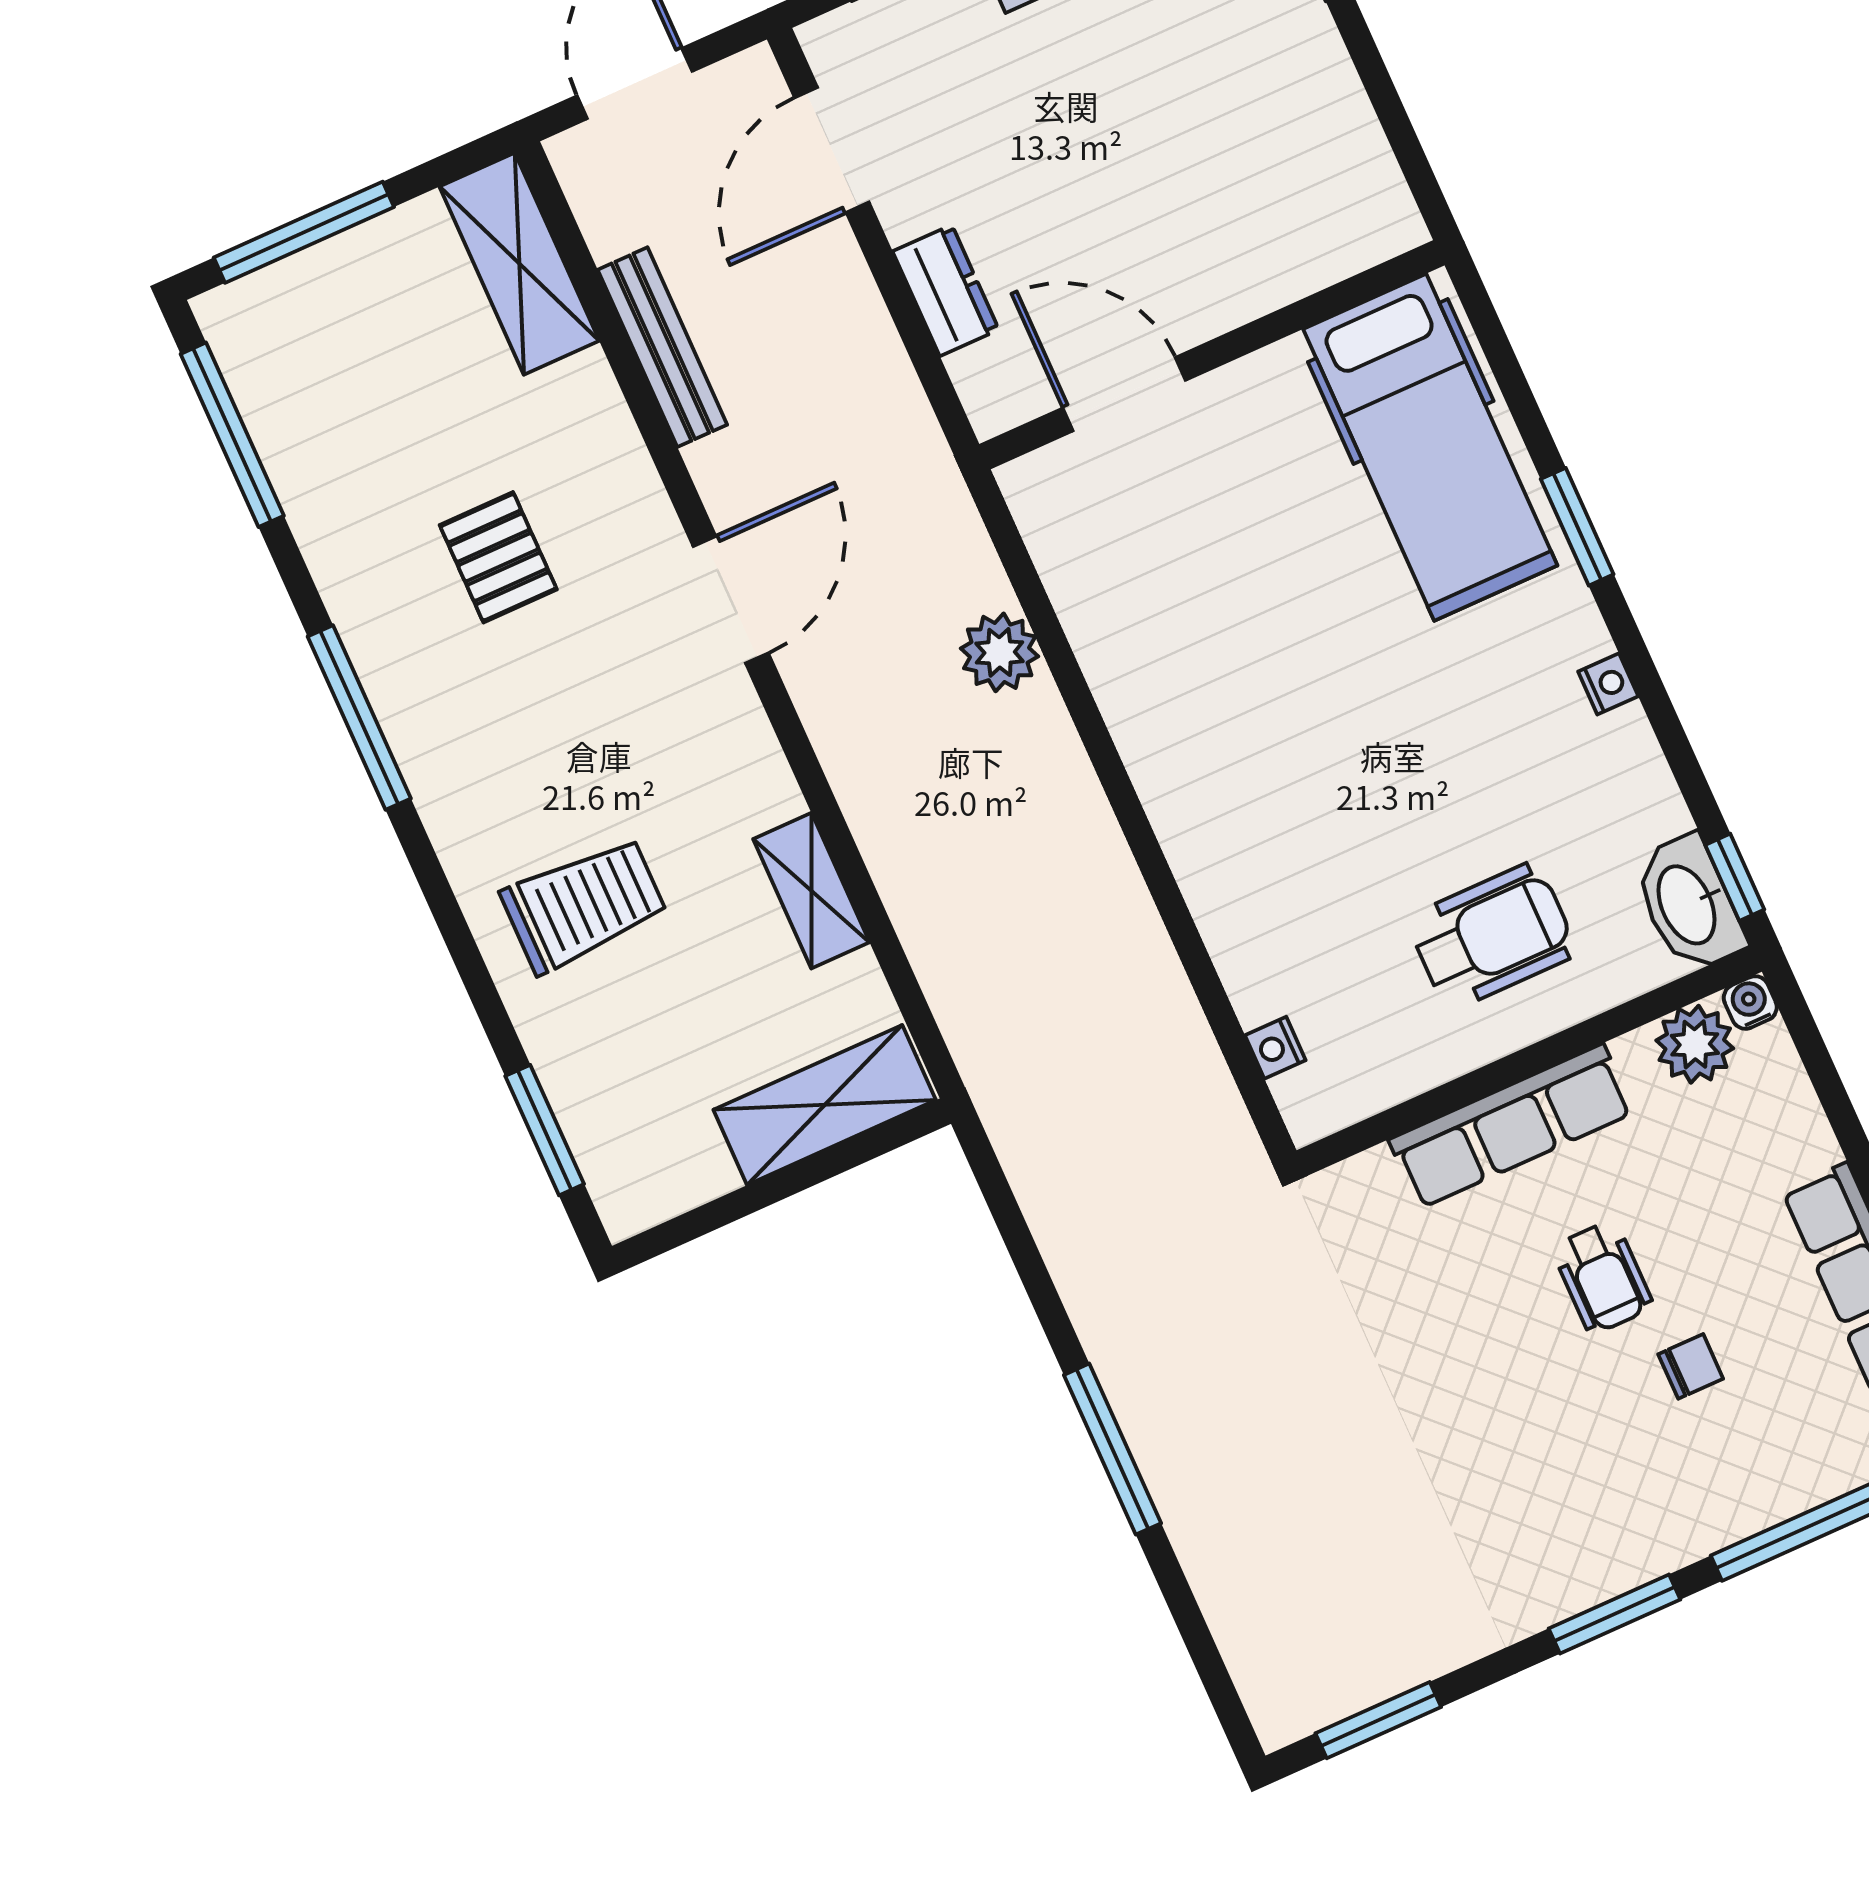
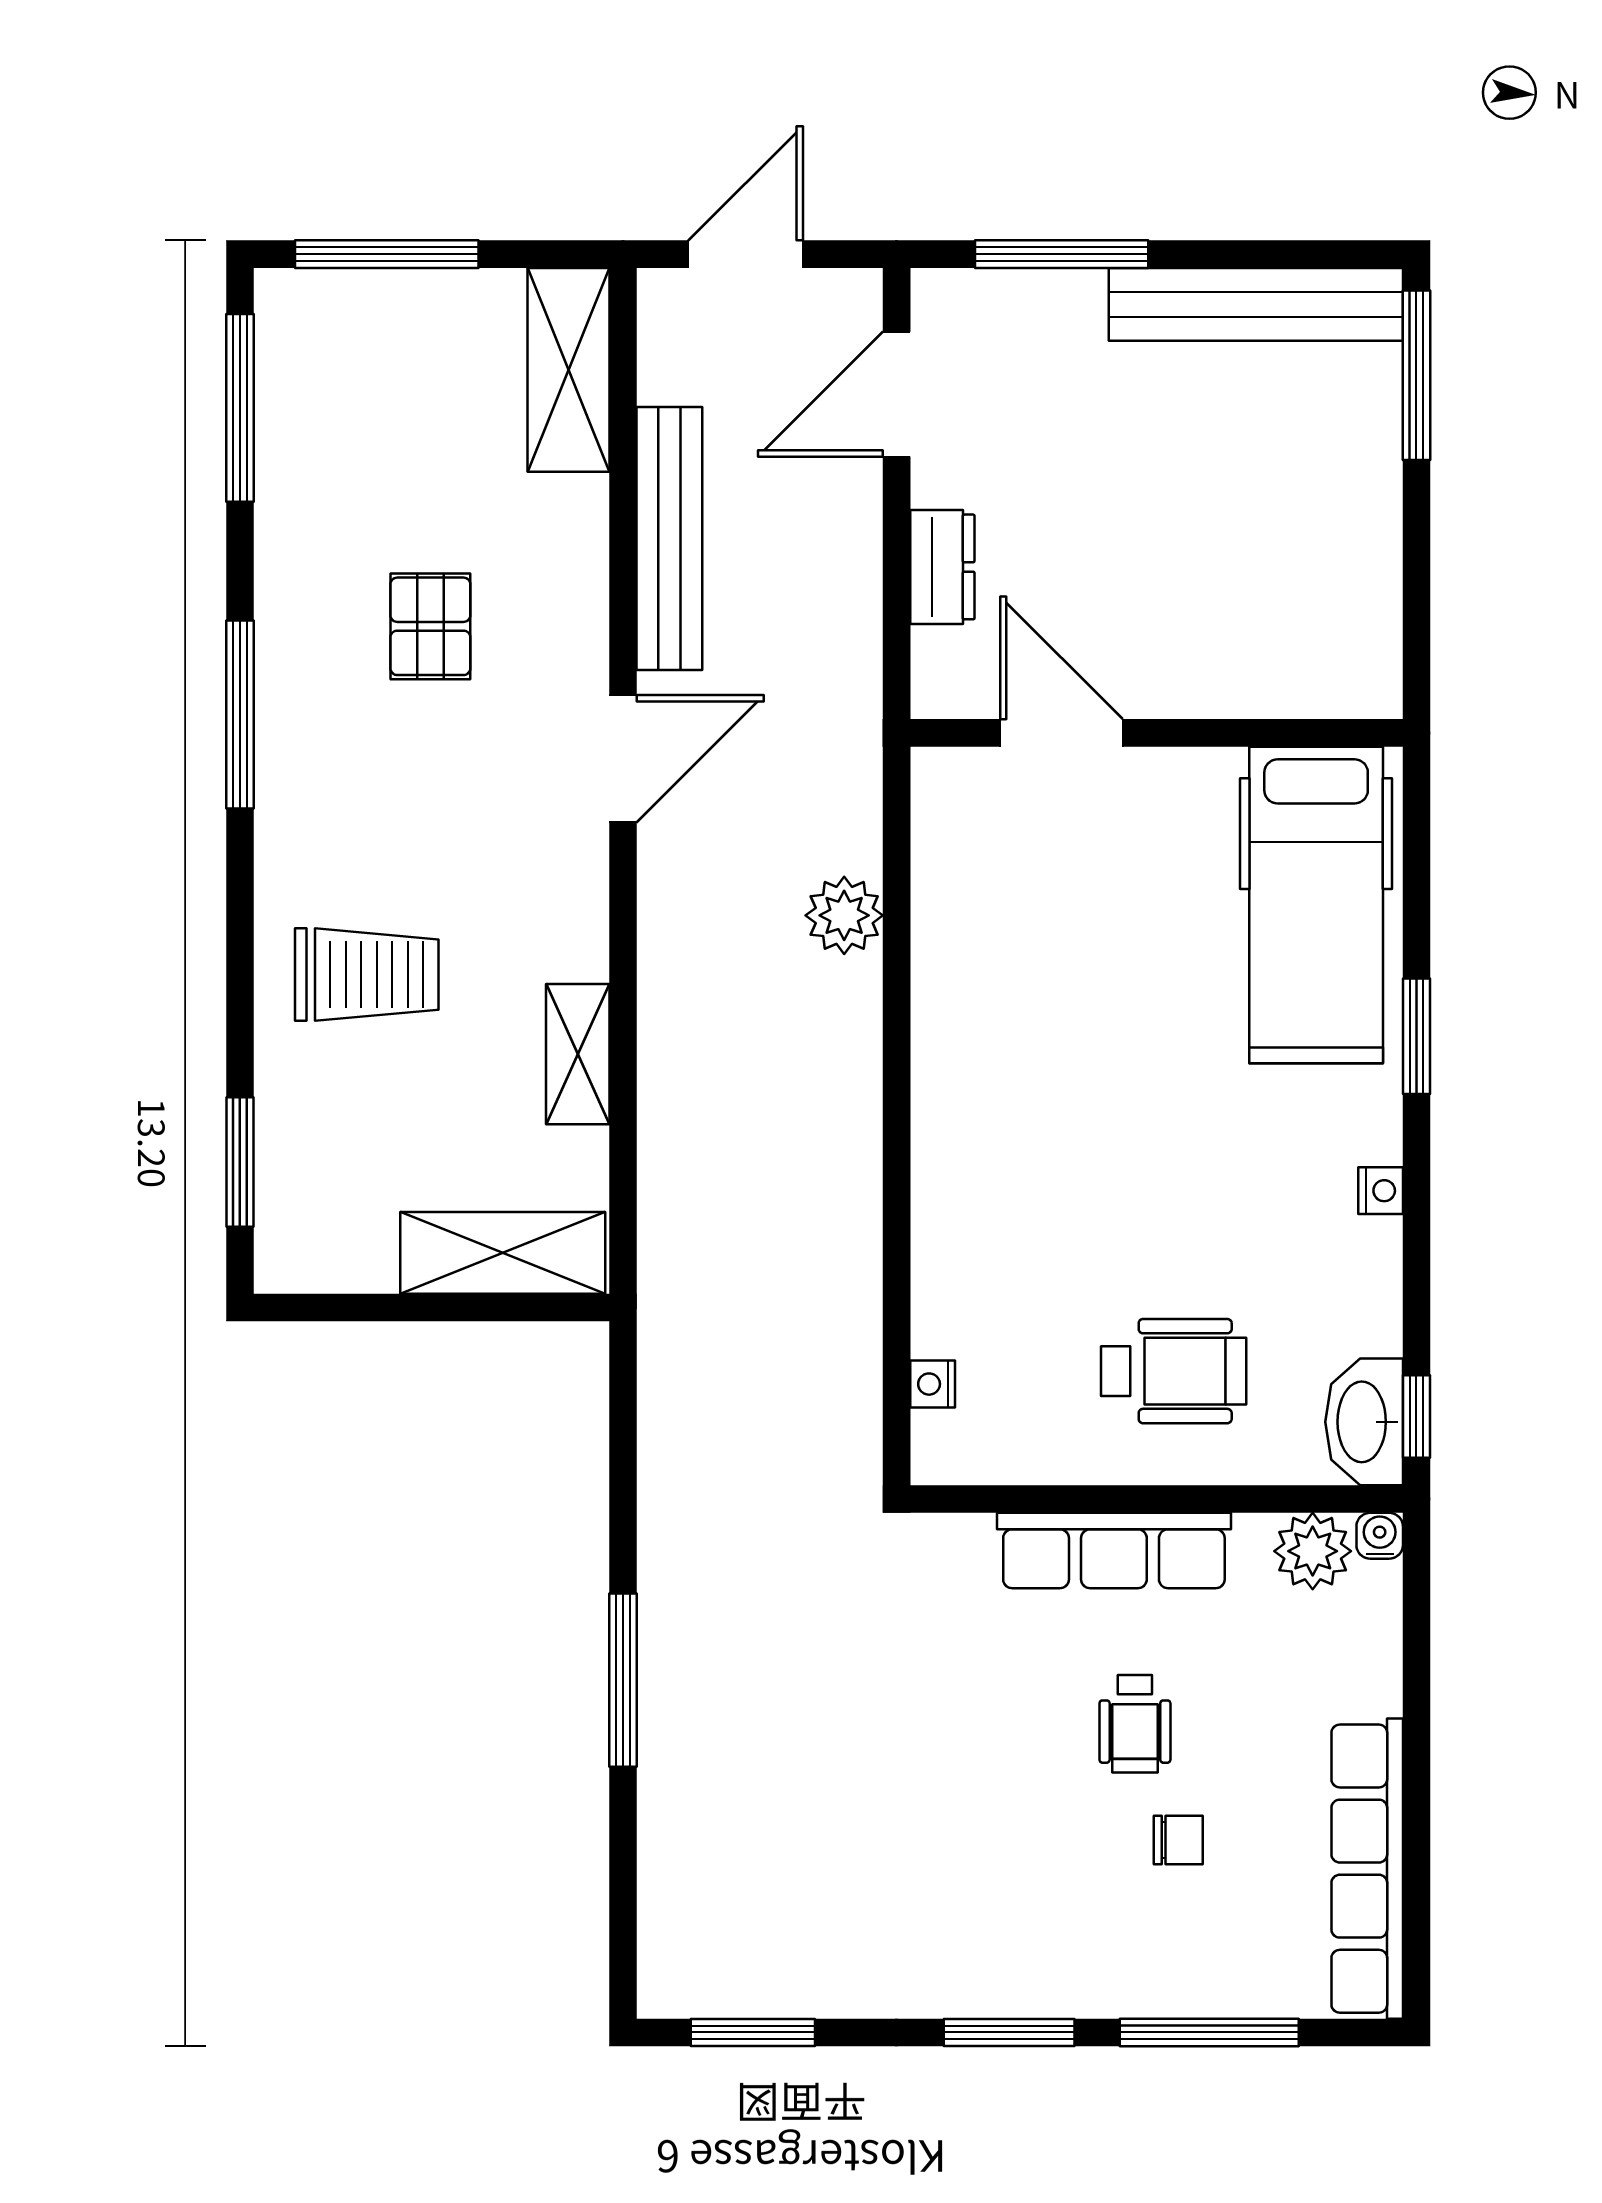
bench: (662, 347) -> (669, 539), width x1.37, depth x1.21

